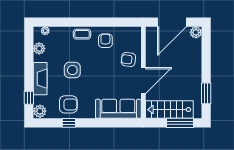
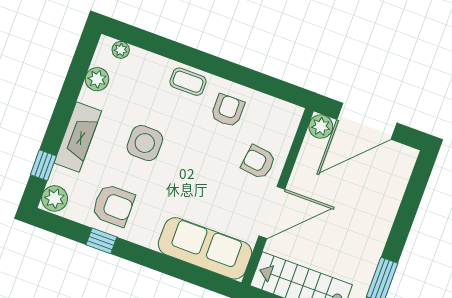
plant: (196, 32) -> (321, 126), moved

